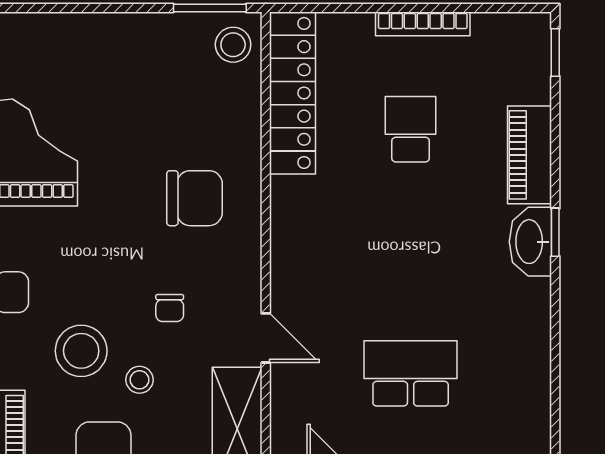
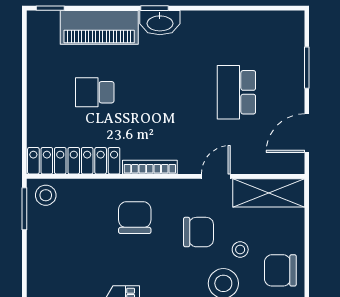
bookcase: (423, 24) -> (150, 167), moved, turned -90
piano: (530, 155) -> (99, 27), width x1.37, depth x1.33
chair: (170, 308) -> (199, 232), width x1.87, depth x1.87

